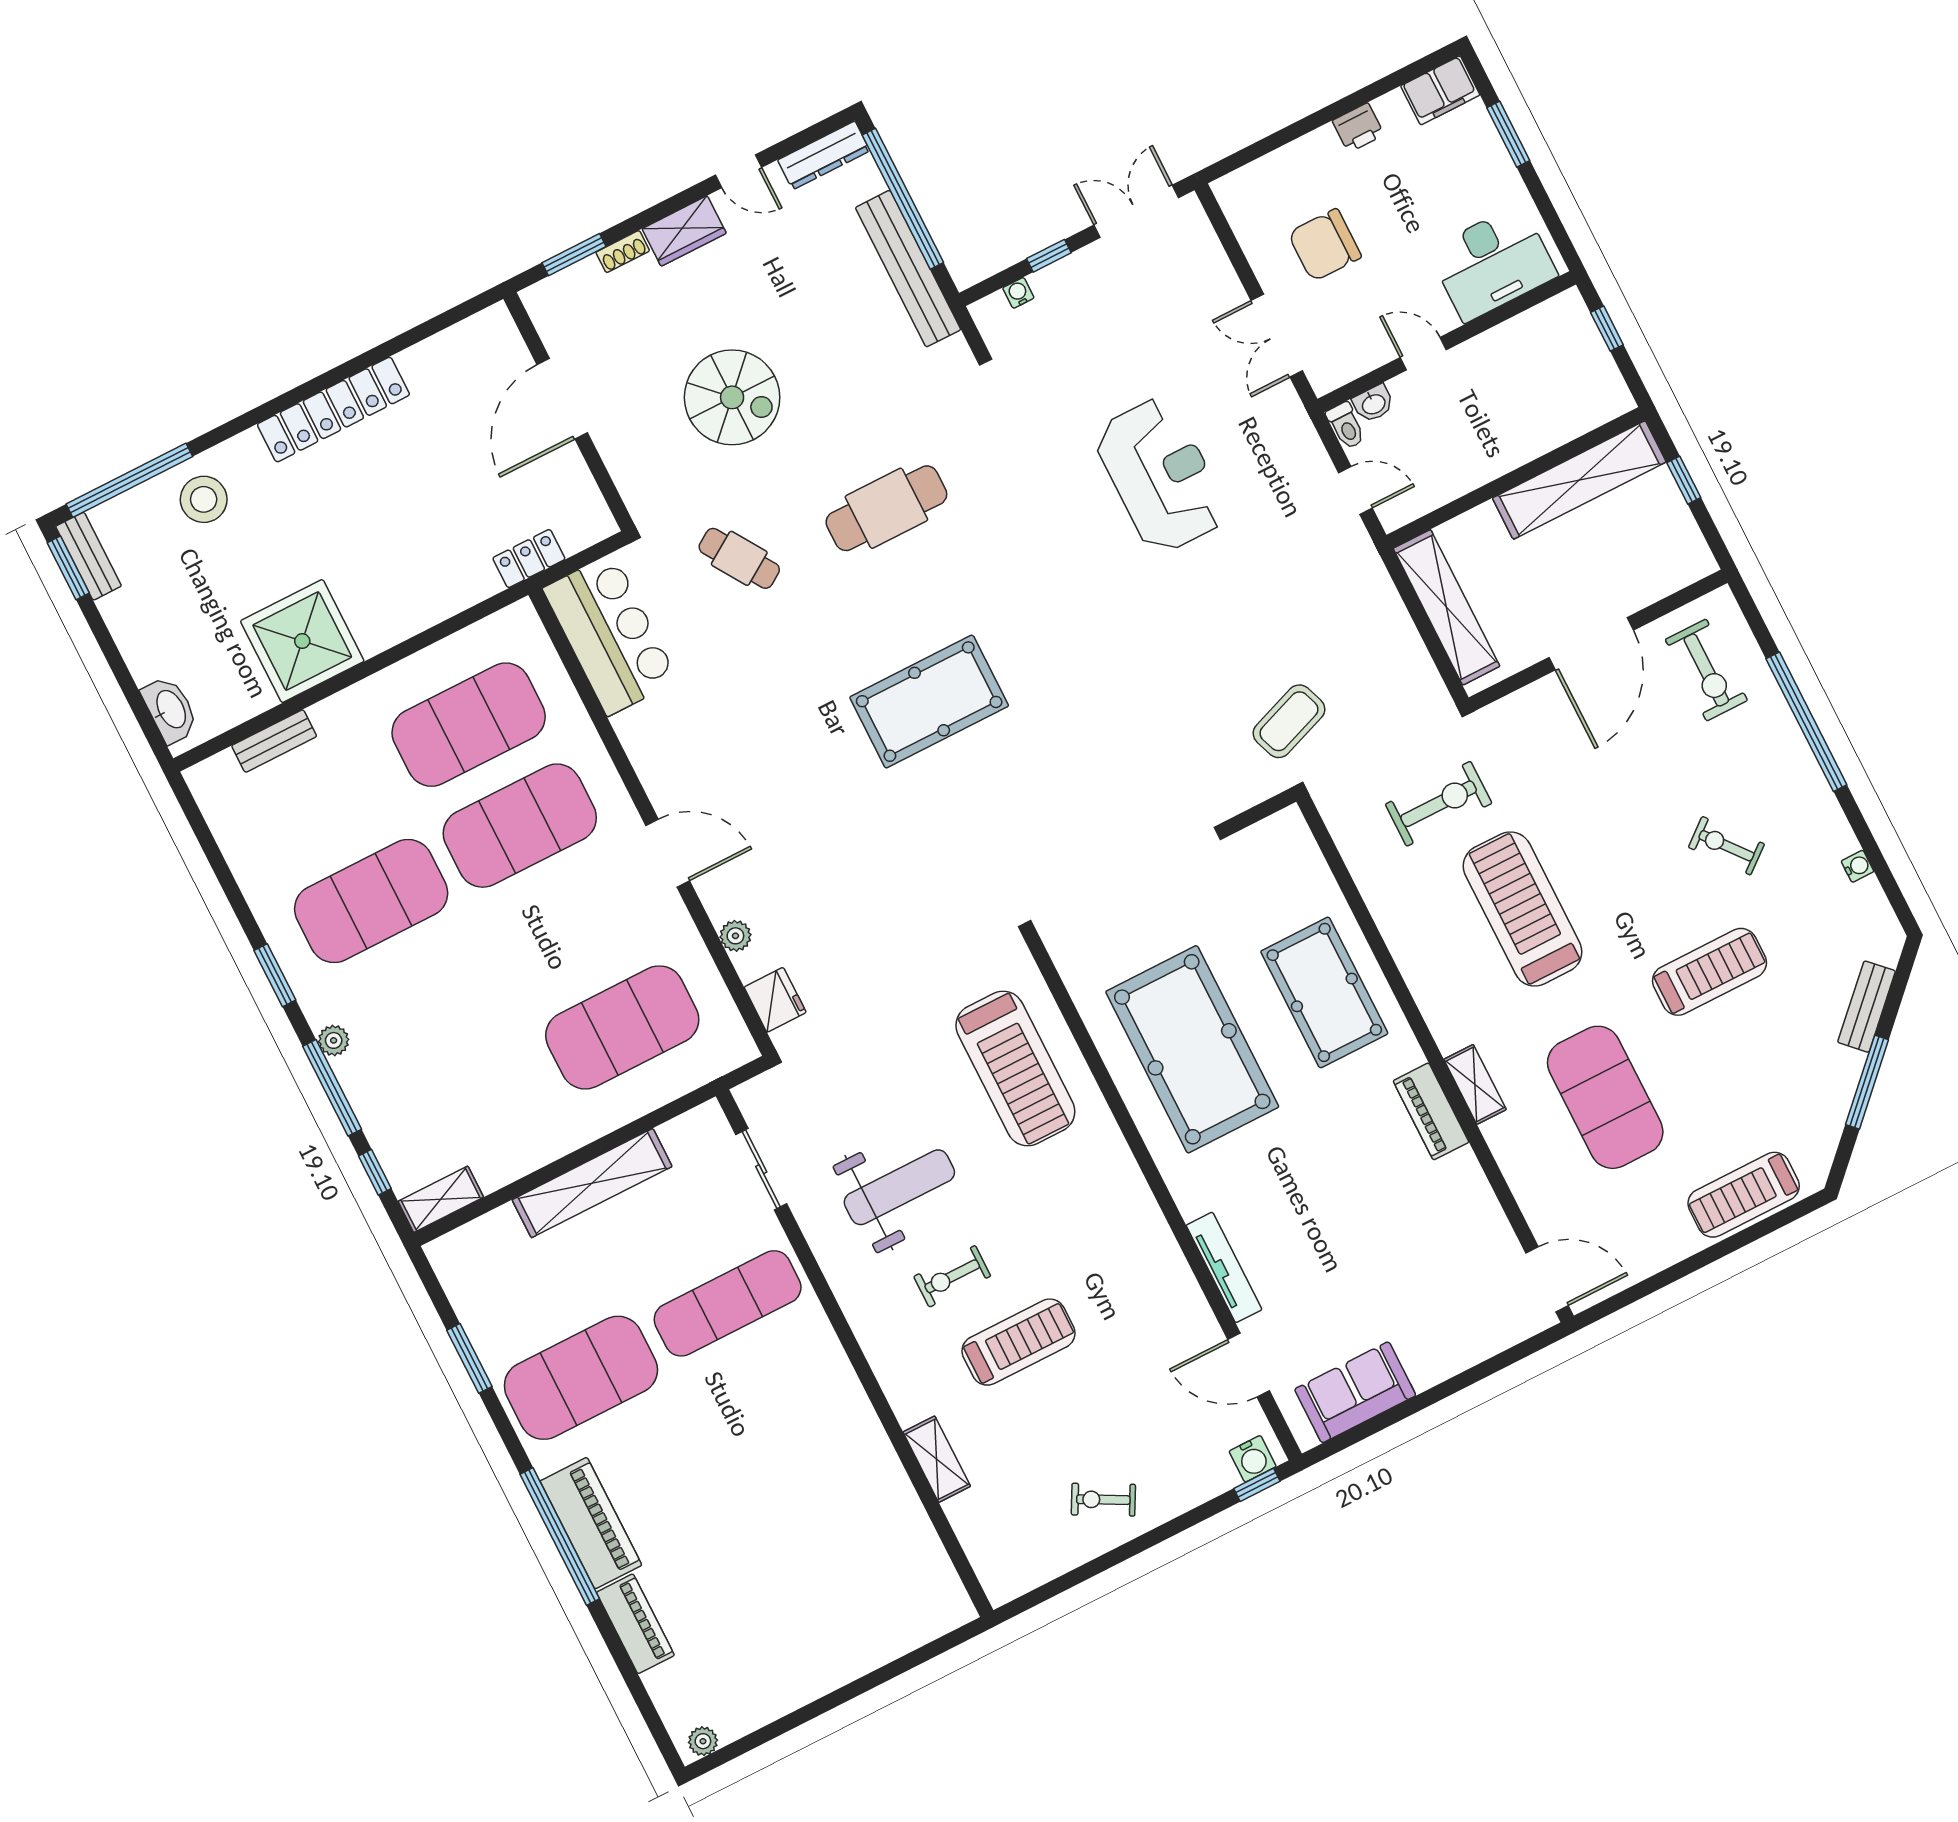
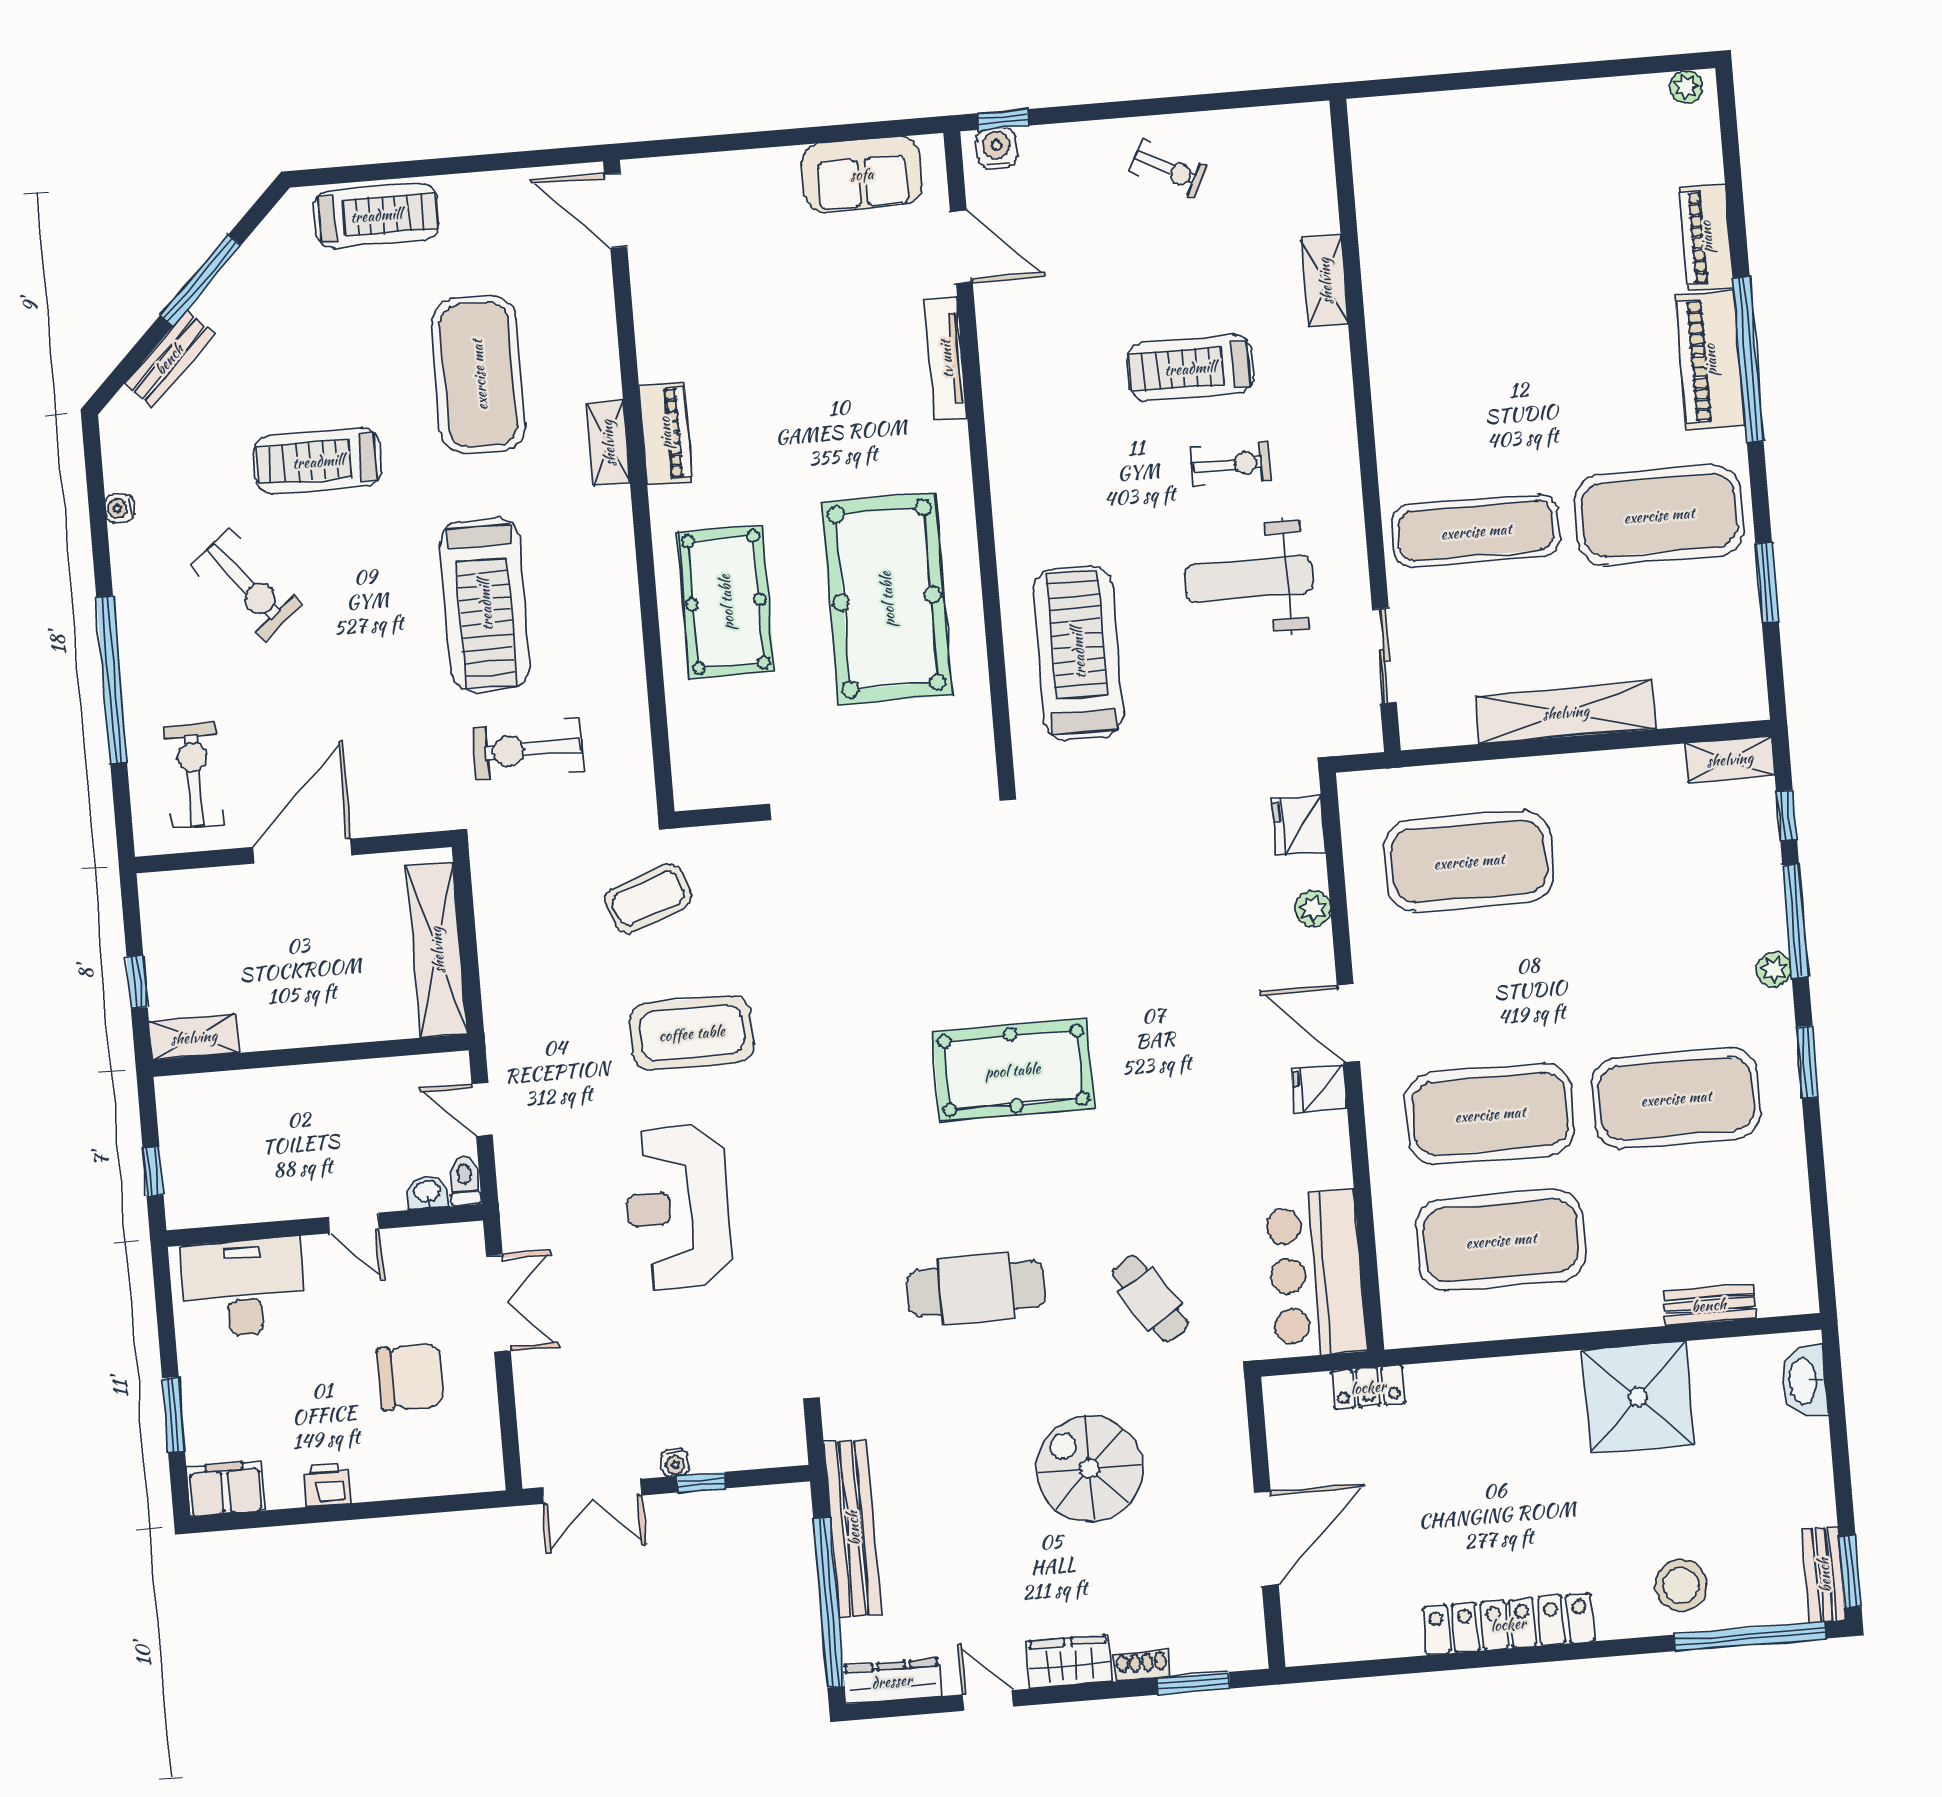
water cooler: (1018, 293) -> (675, 1463), moved
shelving: (1579, 480) -> (194, 1037), width x0.45, depth x0.75
coffee table: (1208, 624) -> (692, 1033), added
fridge: (670, 789) -> (1319, 1089), added
exercise bike: (1726, 846) -> (247, 585), width x1.38, depth x1.39

